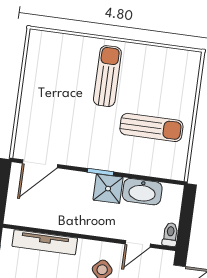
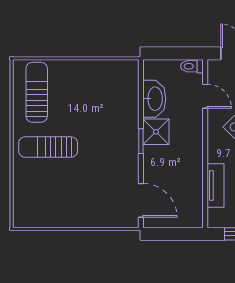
sun lounger: (151, 127) -> (37, 92), moved
tv unit: (45, 242) -> (216, 186), width x0.71

